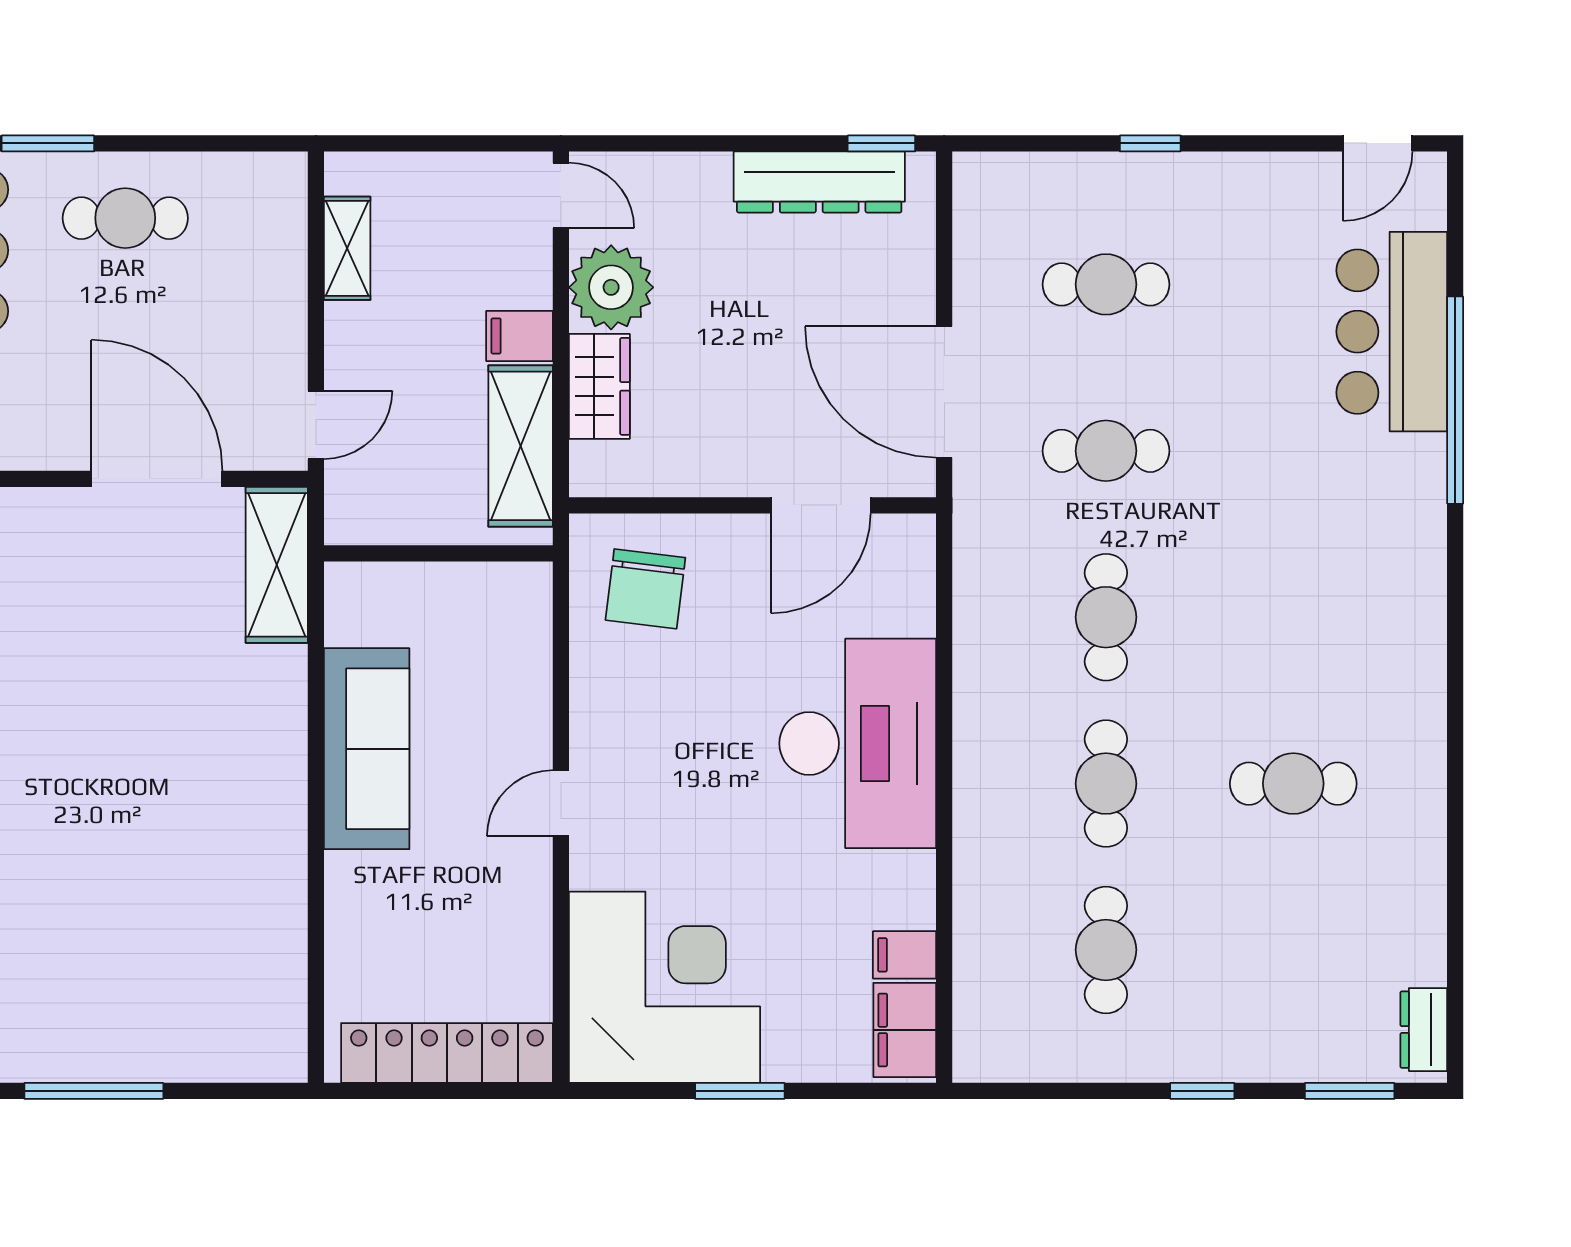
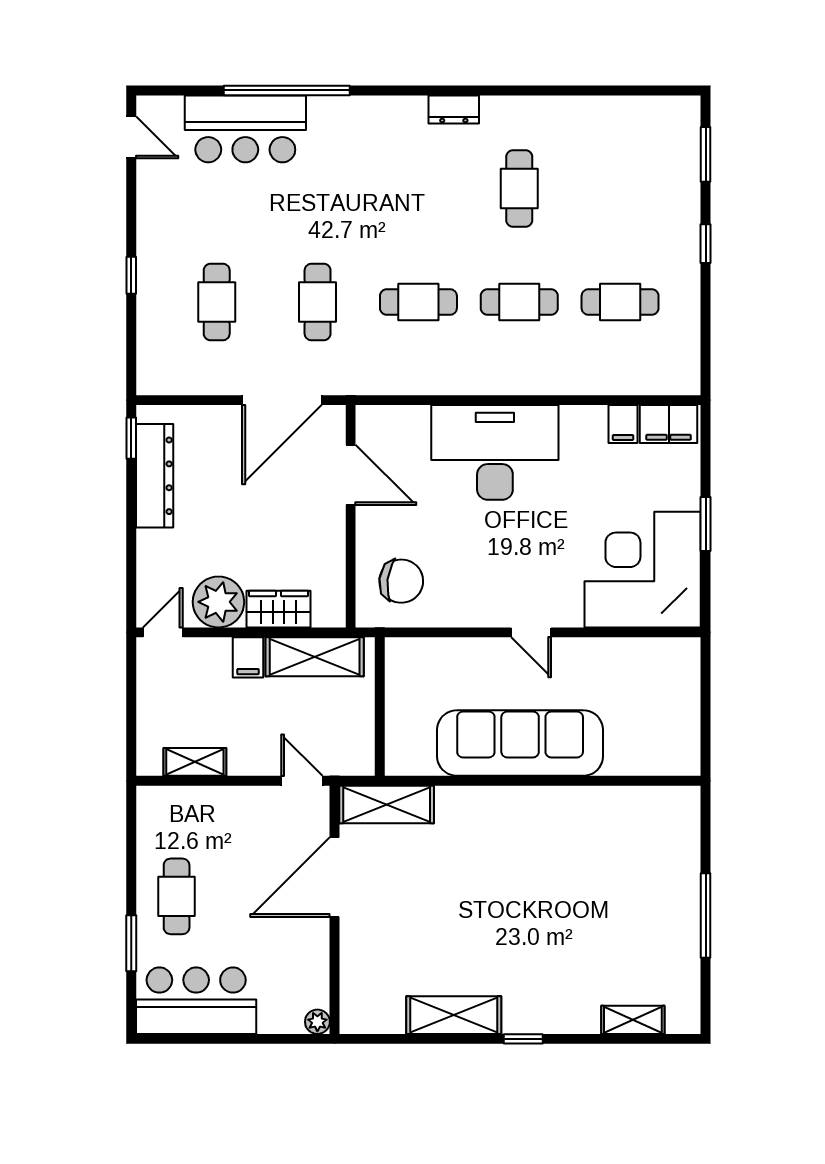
sofa: (367, 749) -> (520, 743), width x1.36, depth x1.27
dresser: (1424, 1030) -> (454, 109), moved
locker: (447, 1053) -> (683, 701), removed

